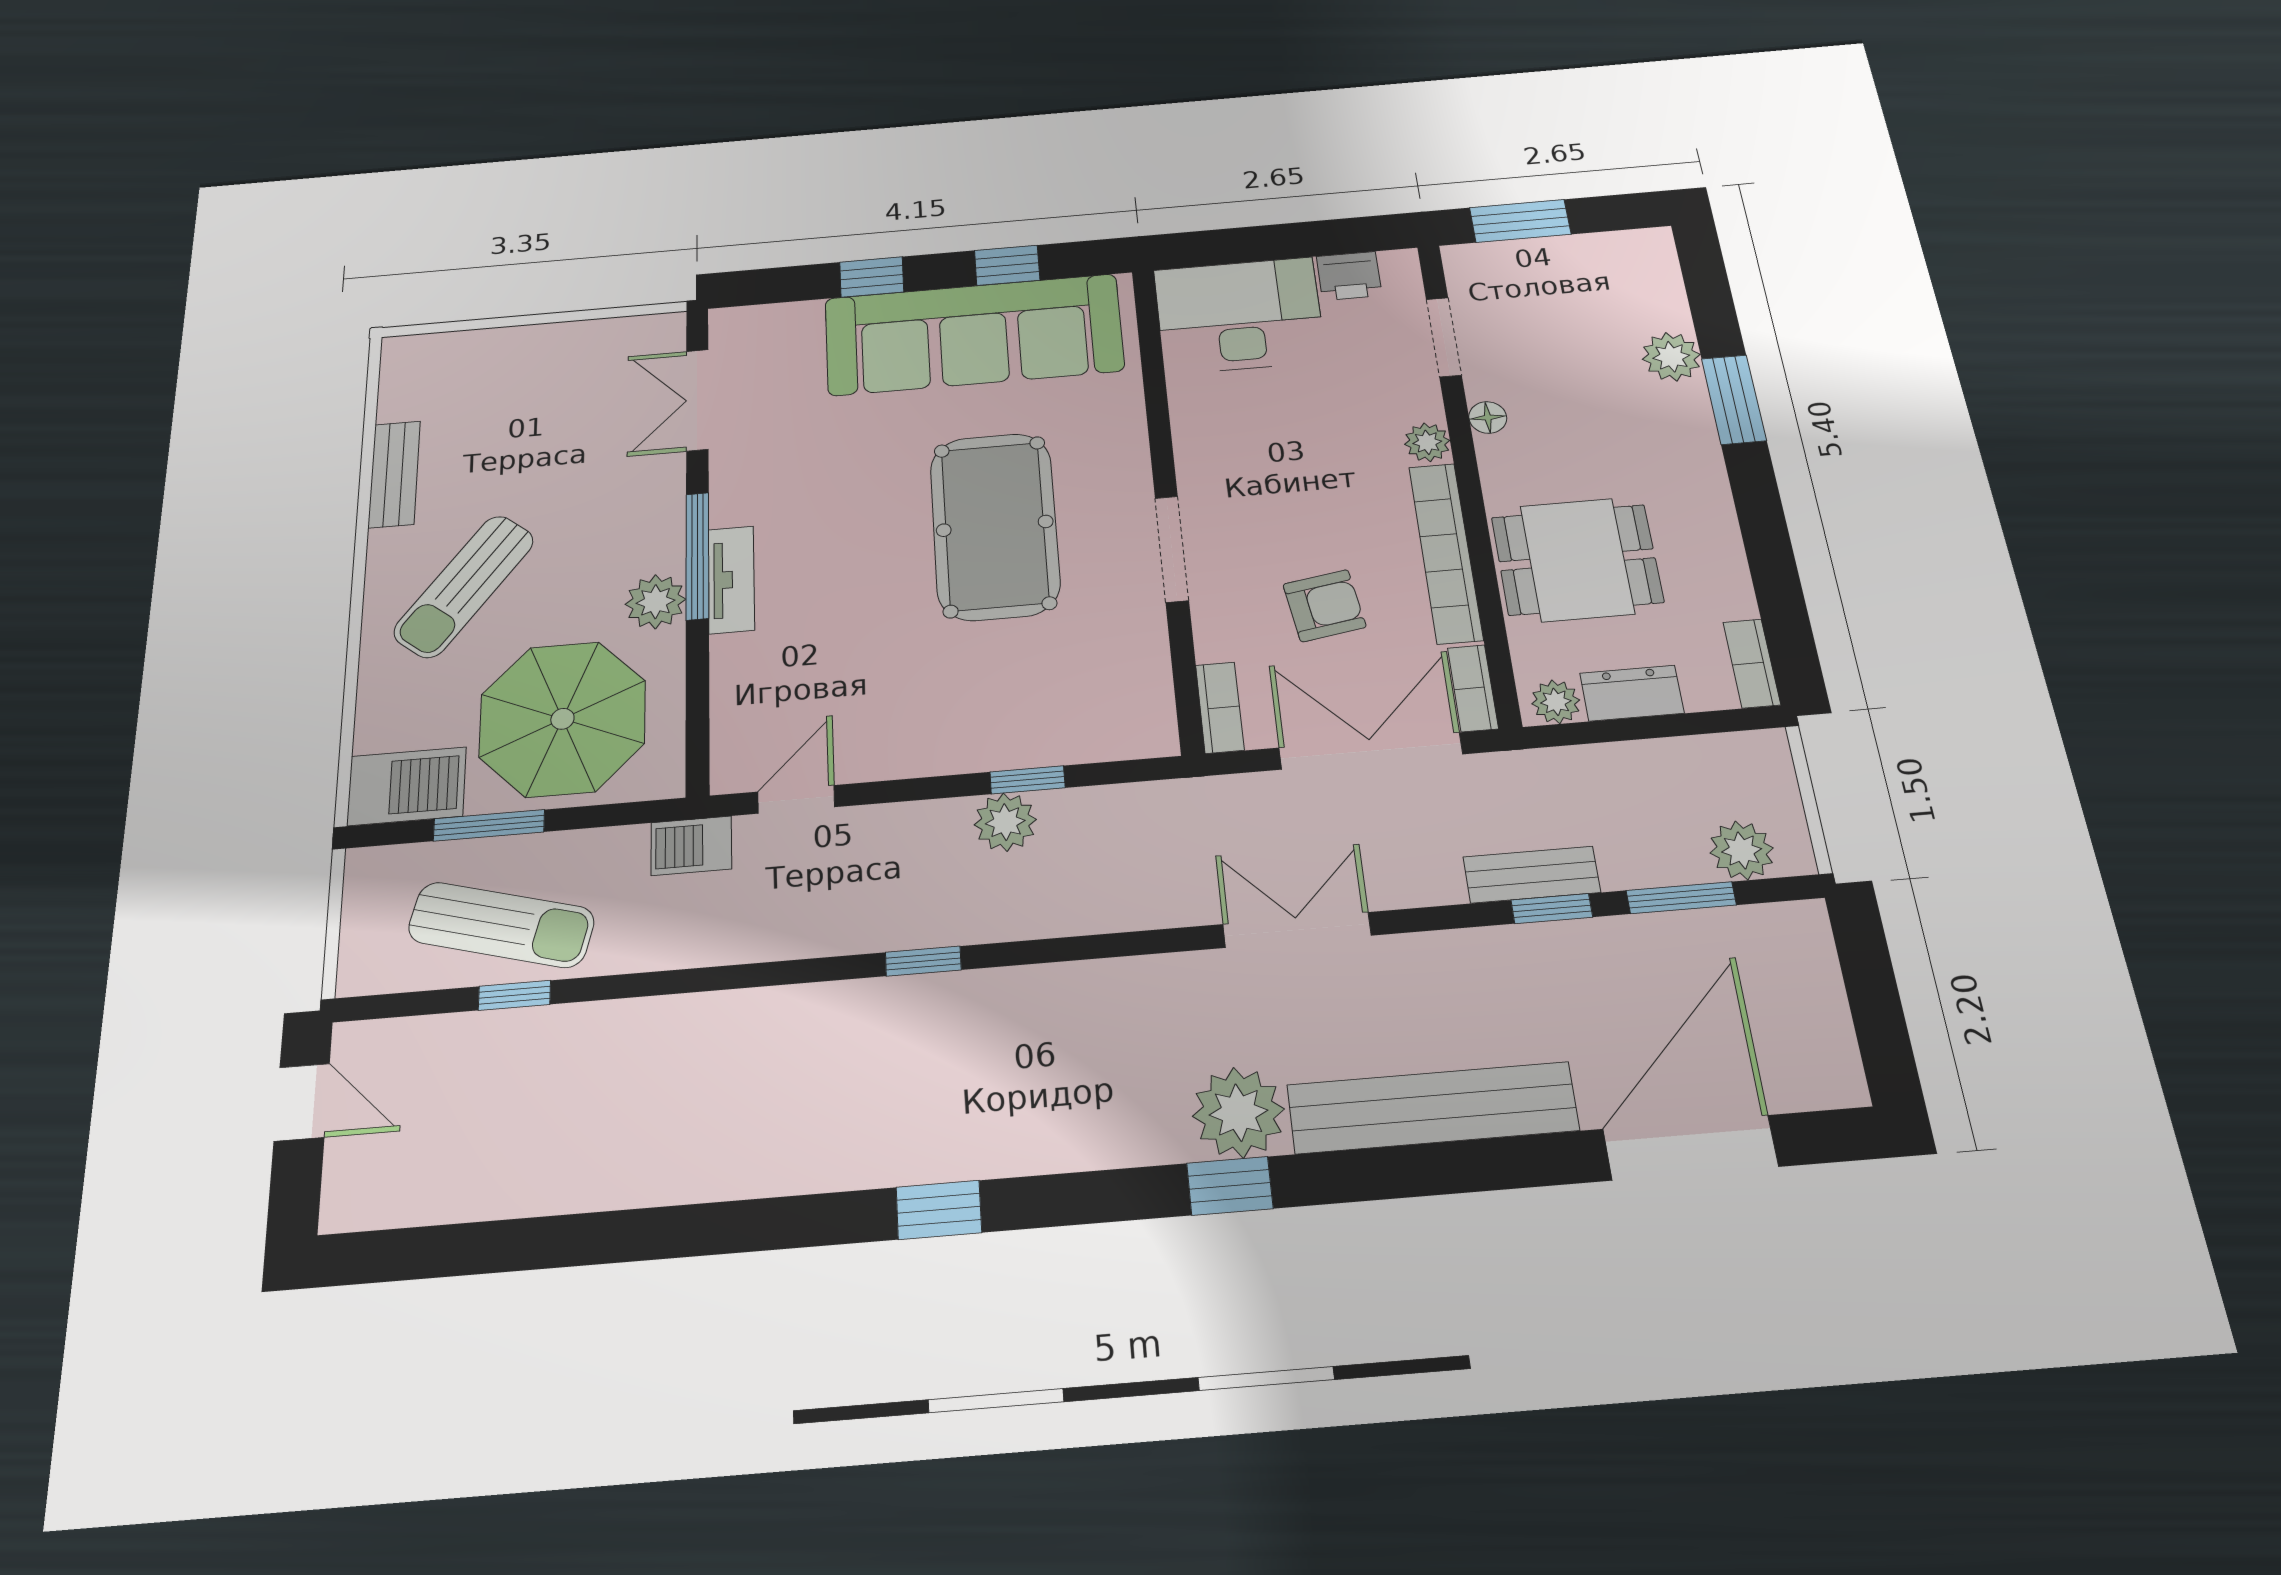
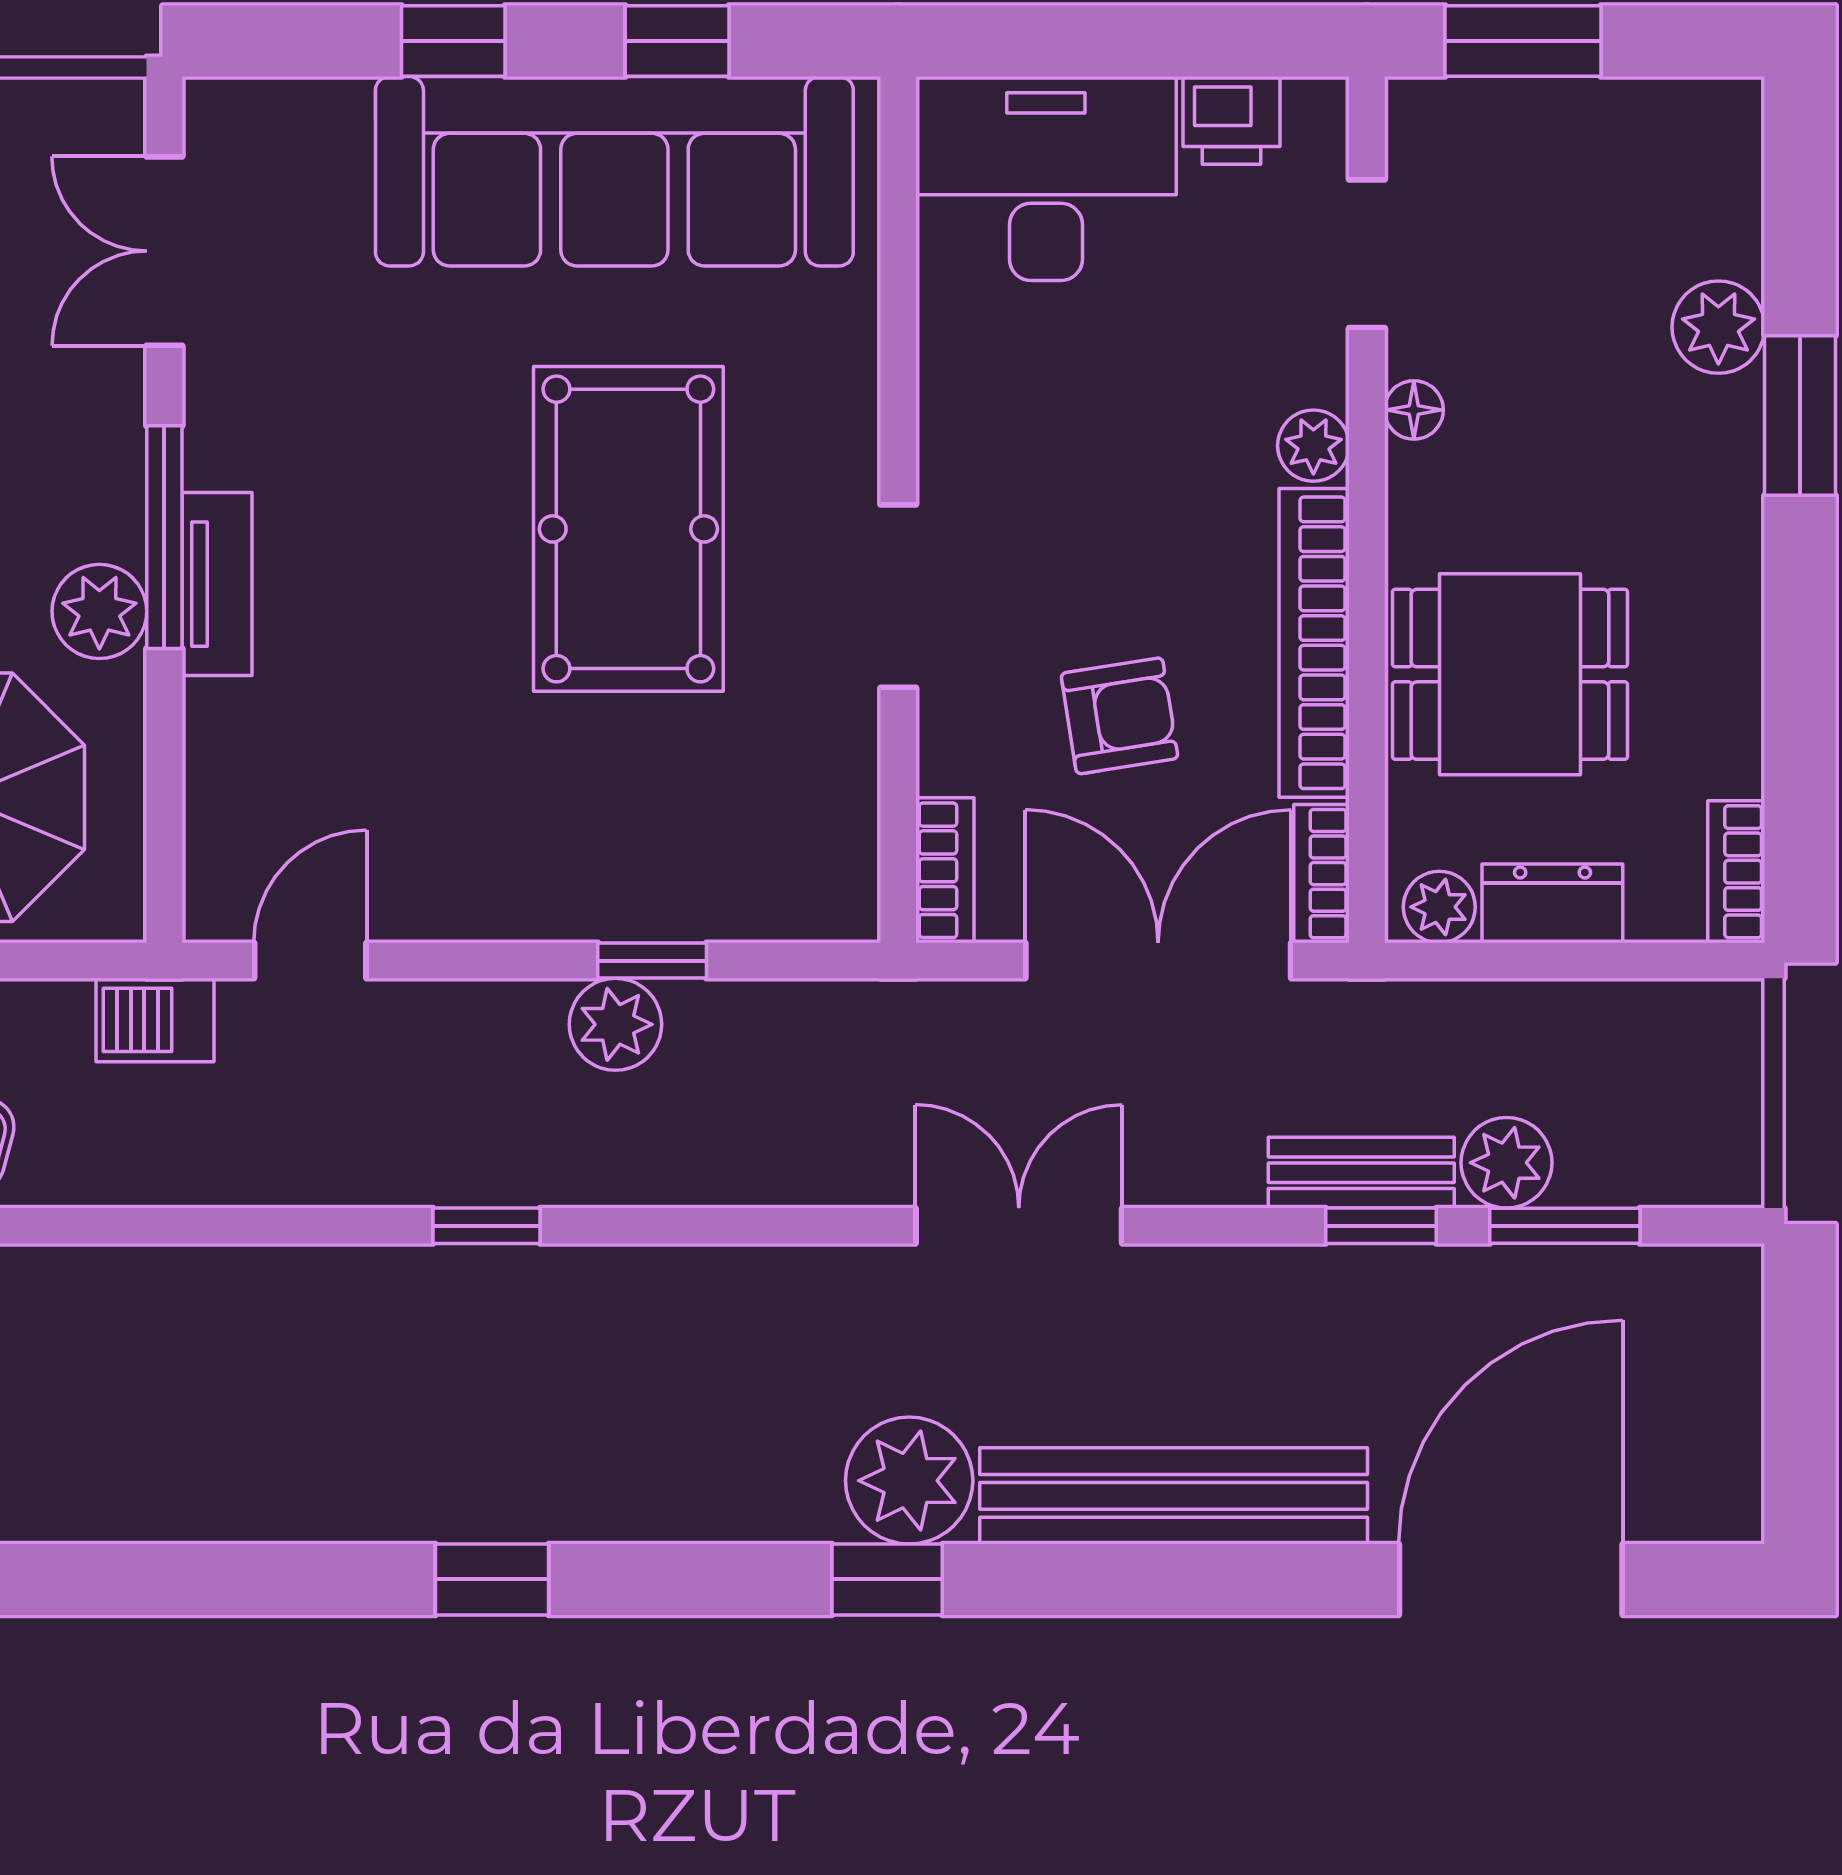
plant: (1742, 850) -> (1506, 1163), moved

